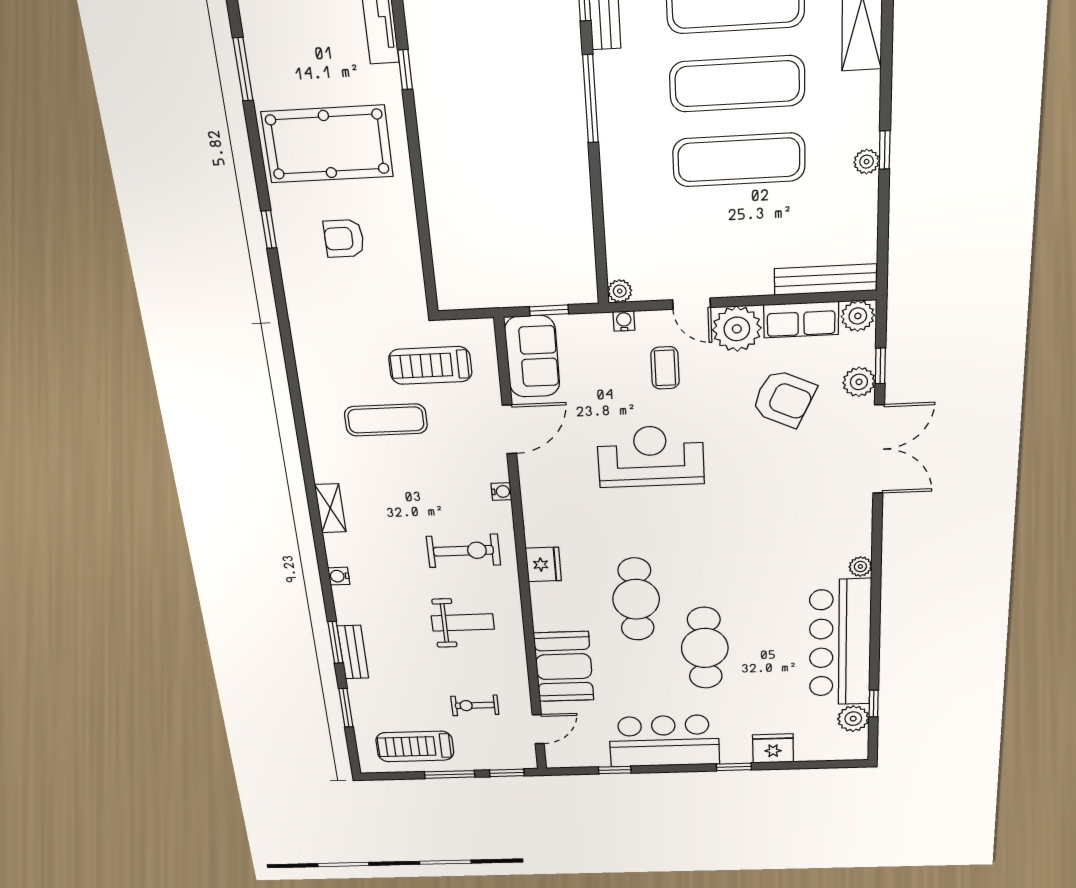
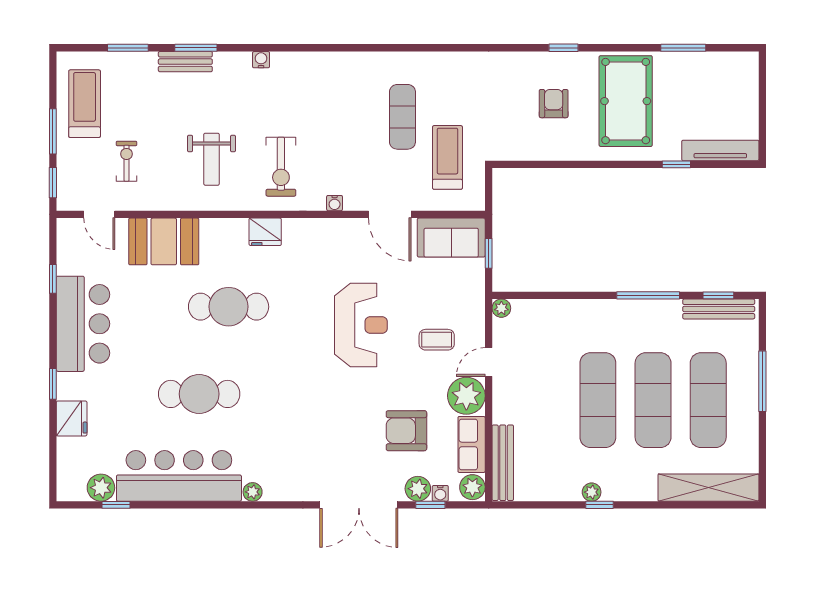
water cooler: (624, 321) -> (440, 493), moved, turned 90
armchair: (784, 399) -> (406, 431), turned 65
shelving: (330, 508) -> (325, 61), removed
cafe table: (705, 648) -> (199, 394), moved

